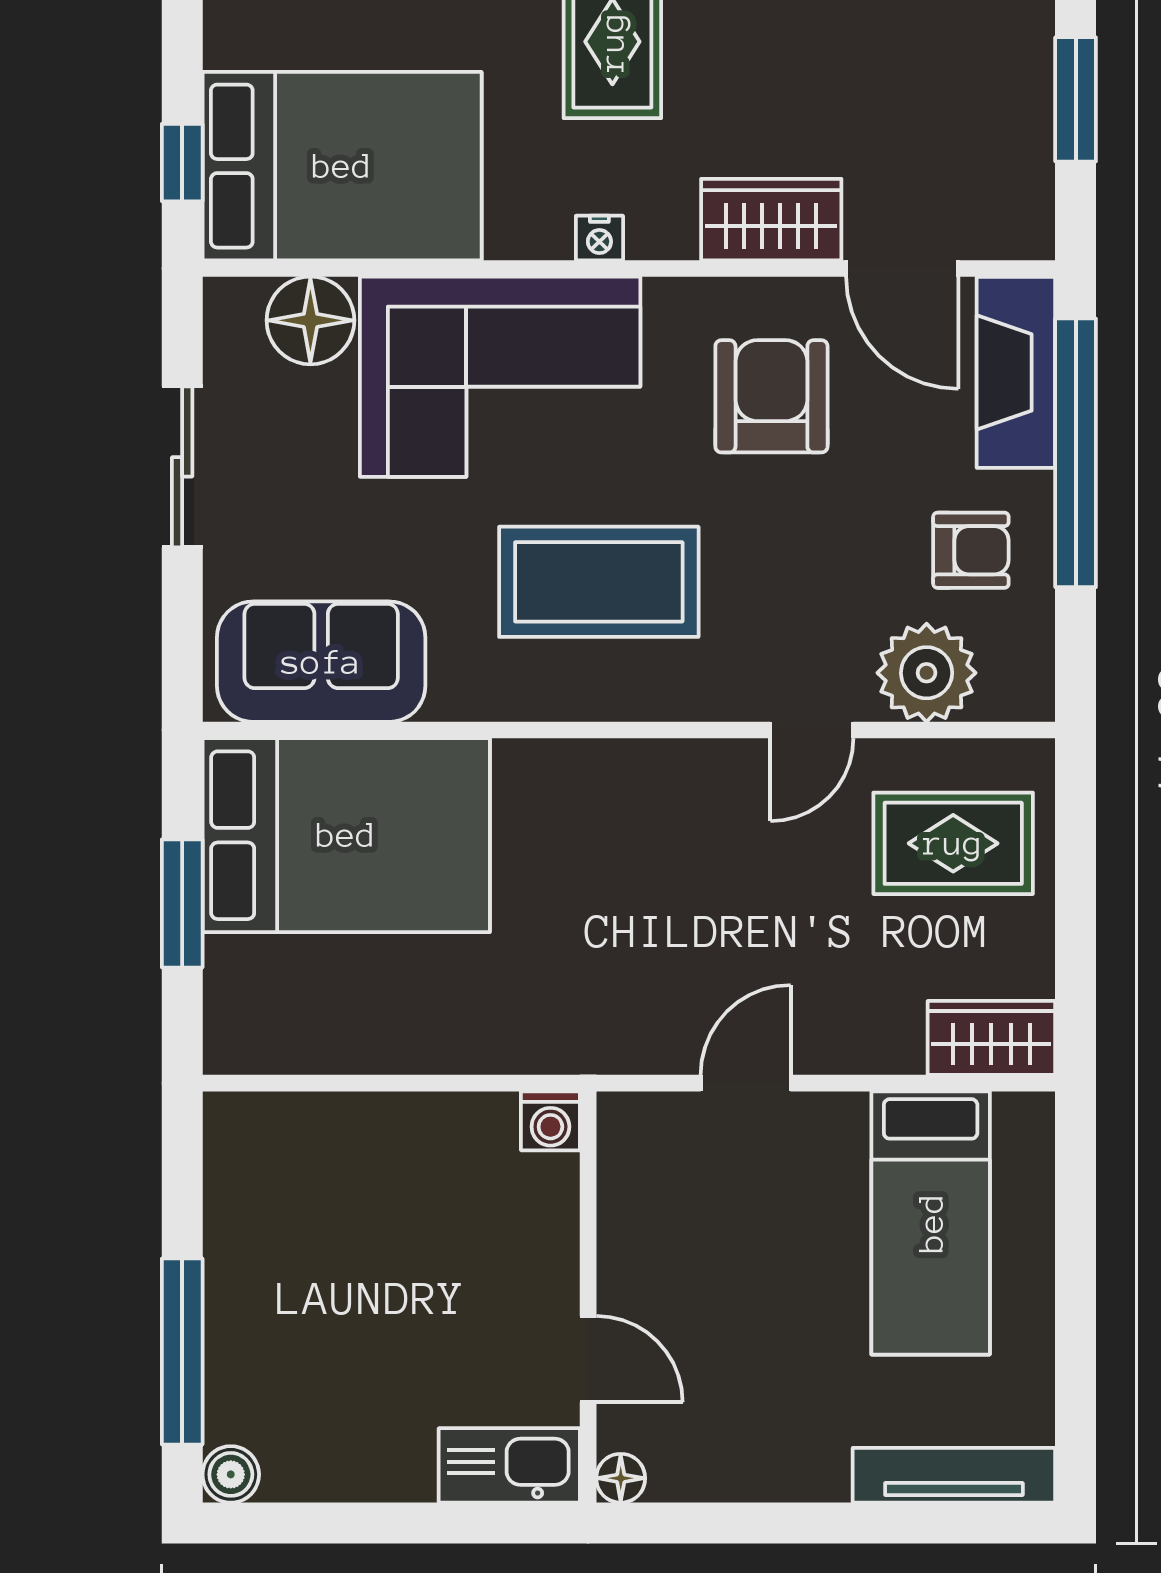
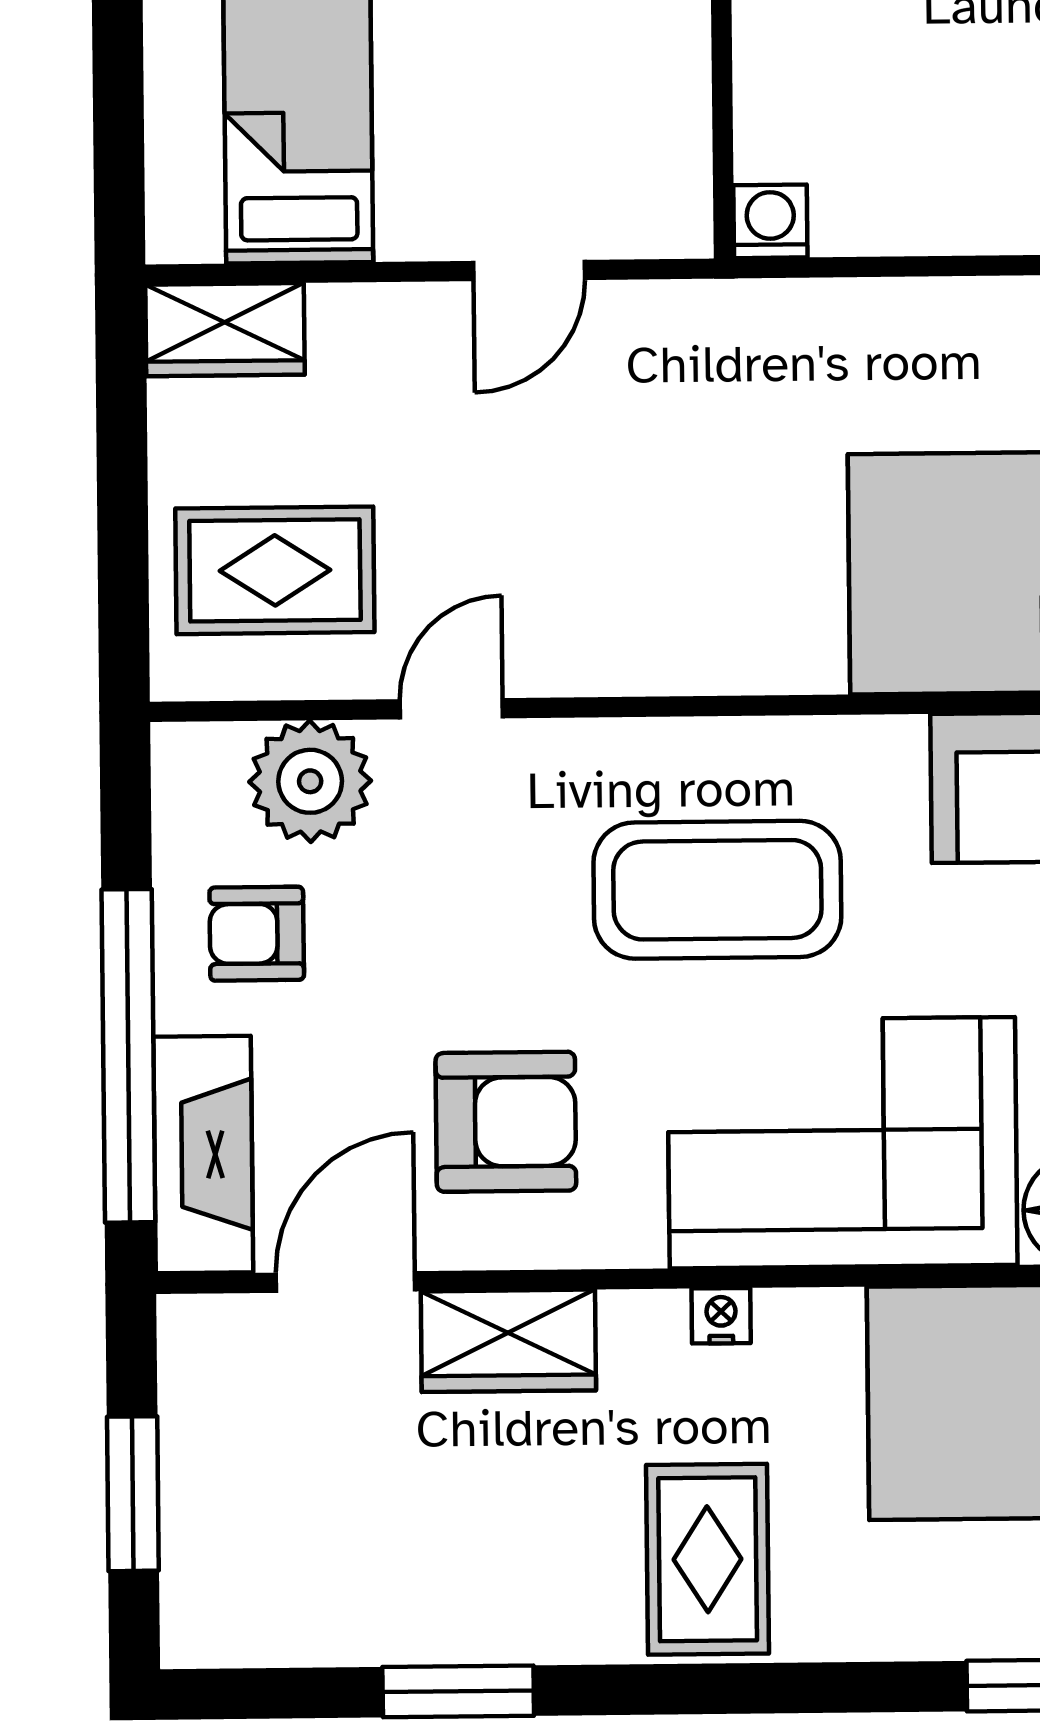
door: (902, 268) -> (345, 1282), hinge flipped
armchair: (771, 396) -> (506, 1122), turned -90

